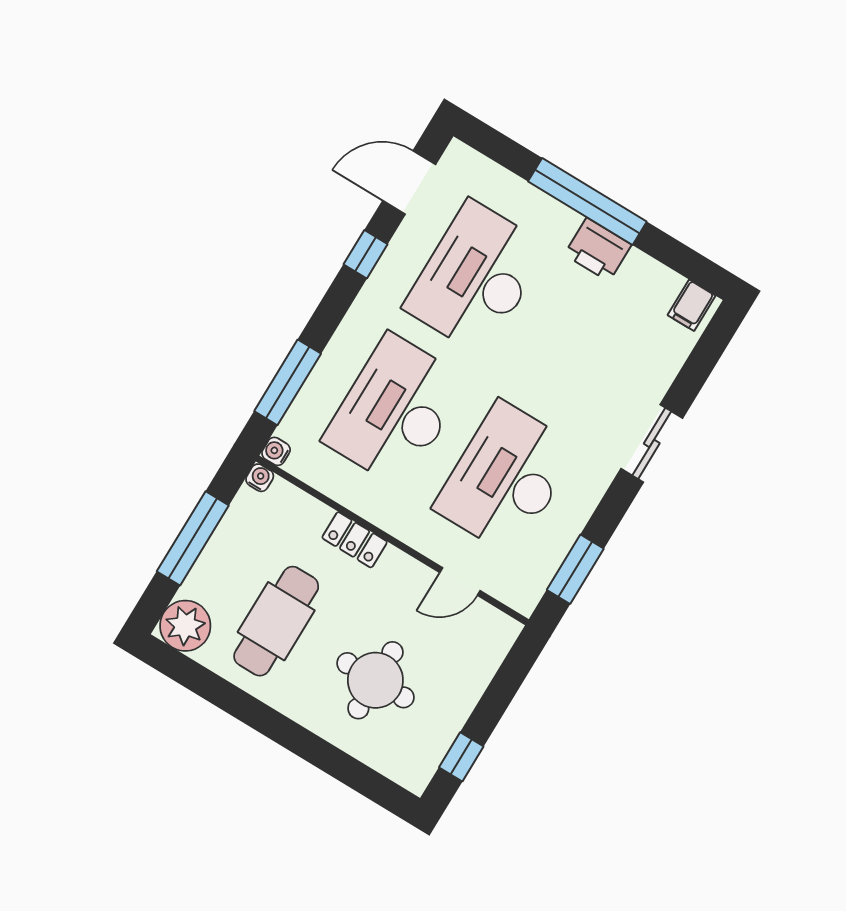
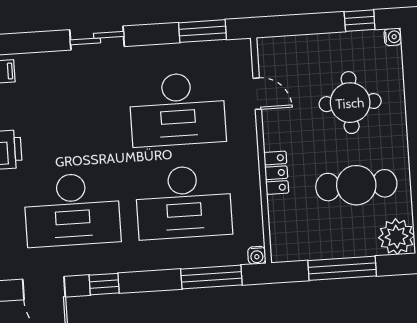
water cooler: (260, 478) -> (393, 37), moved, turned 180

